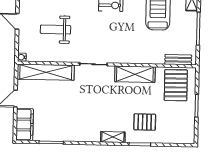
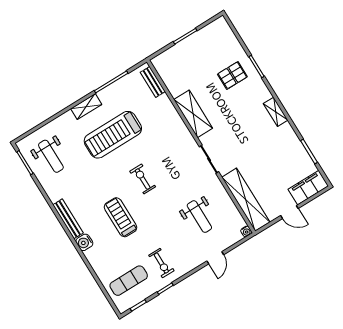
pallet: (176, 85) -> (178, 69), removed
pallet: (145, 122) -> (232, 75), turned 90
shelving: (113, 137) -> (276, 112), moved

